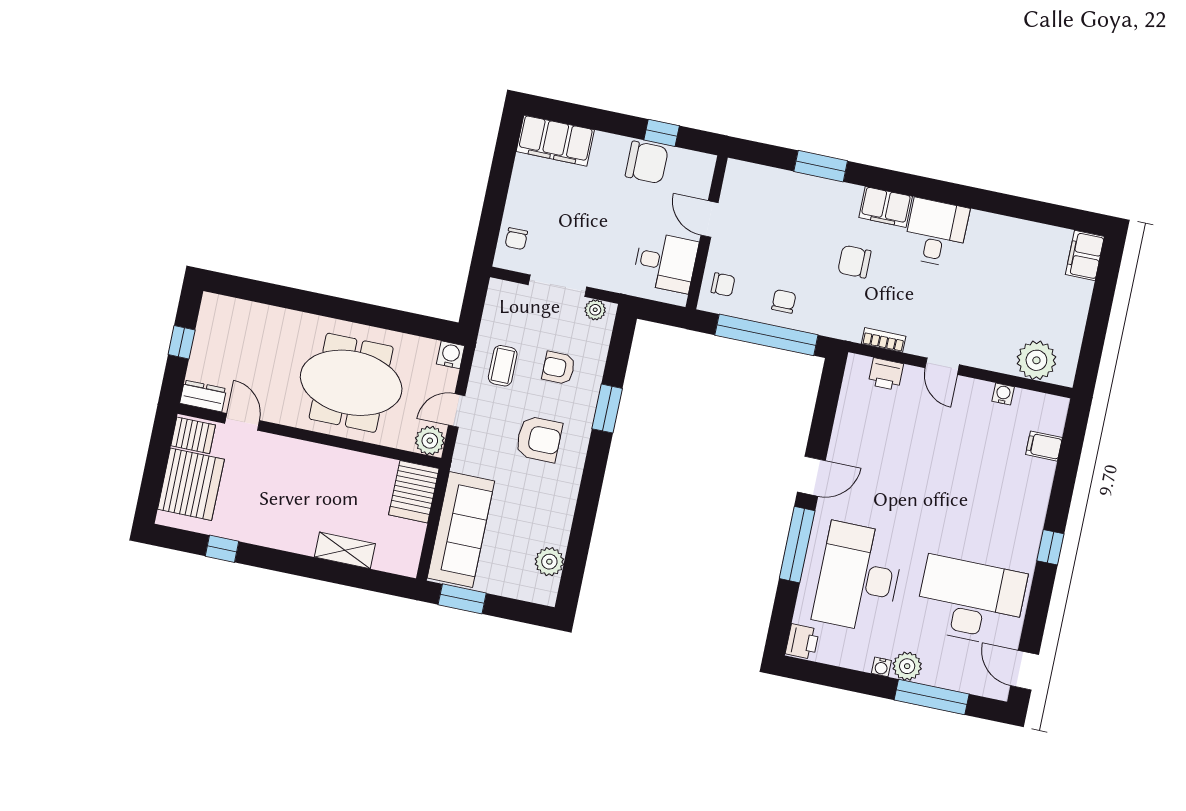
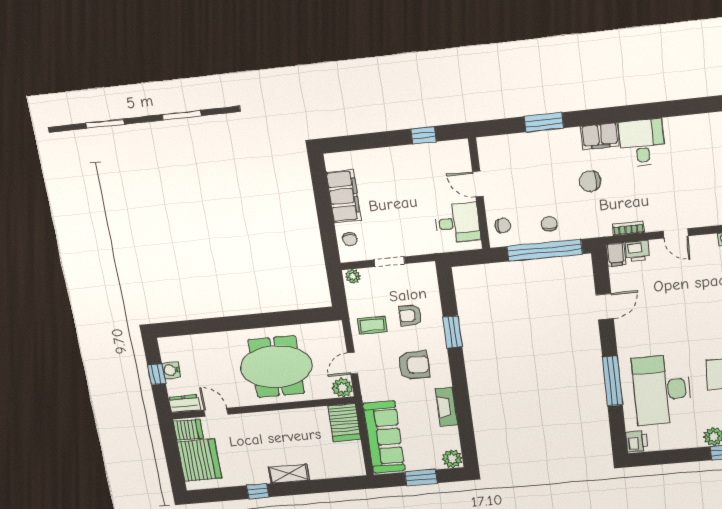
filing cabinet: (555, 141) -> (344, 196), moved, turned -90
chair: (647, 162) -> (420, 159), removed
doorway: (558, 286) -> (390, 262), width x0.73
plant: (595, 310) -> (353, 276), moved
water cooler: (451, 355) -> (171, 370), moved, turned -90
coffee table: (503, 366) -> (372, 325), turned 90
filing cabinet: (857, 370) -> (616, 254), added
door: (811, 476) -> (605, 307), moved
fireplace: (562, 512) -> (447, 407), added
window: (222, 549) -> (258, 491), moved
shelving: (345, 550) -> (289, 474), moved
plant: (549, 562) -> (452, 459), moved
window: (462, 599) -> (421, 478), moved
water cooler: (881, 667) -> (696, 442), removed

